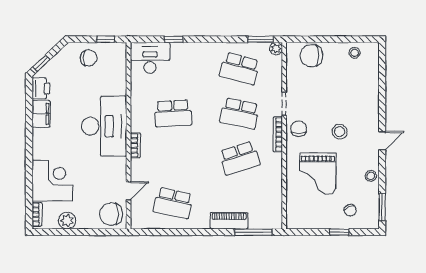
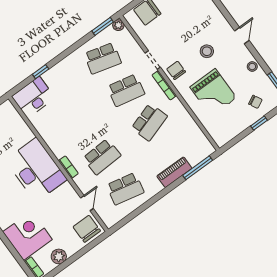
school desk: (173, 113) -> (102, 157), moved
chair: (111, 214) -> (87, 229), turned 90

